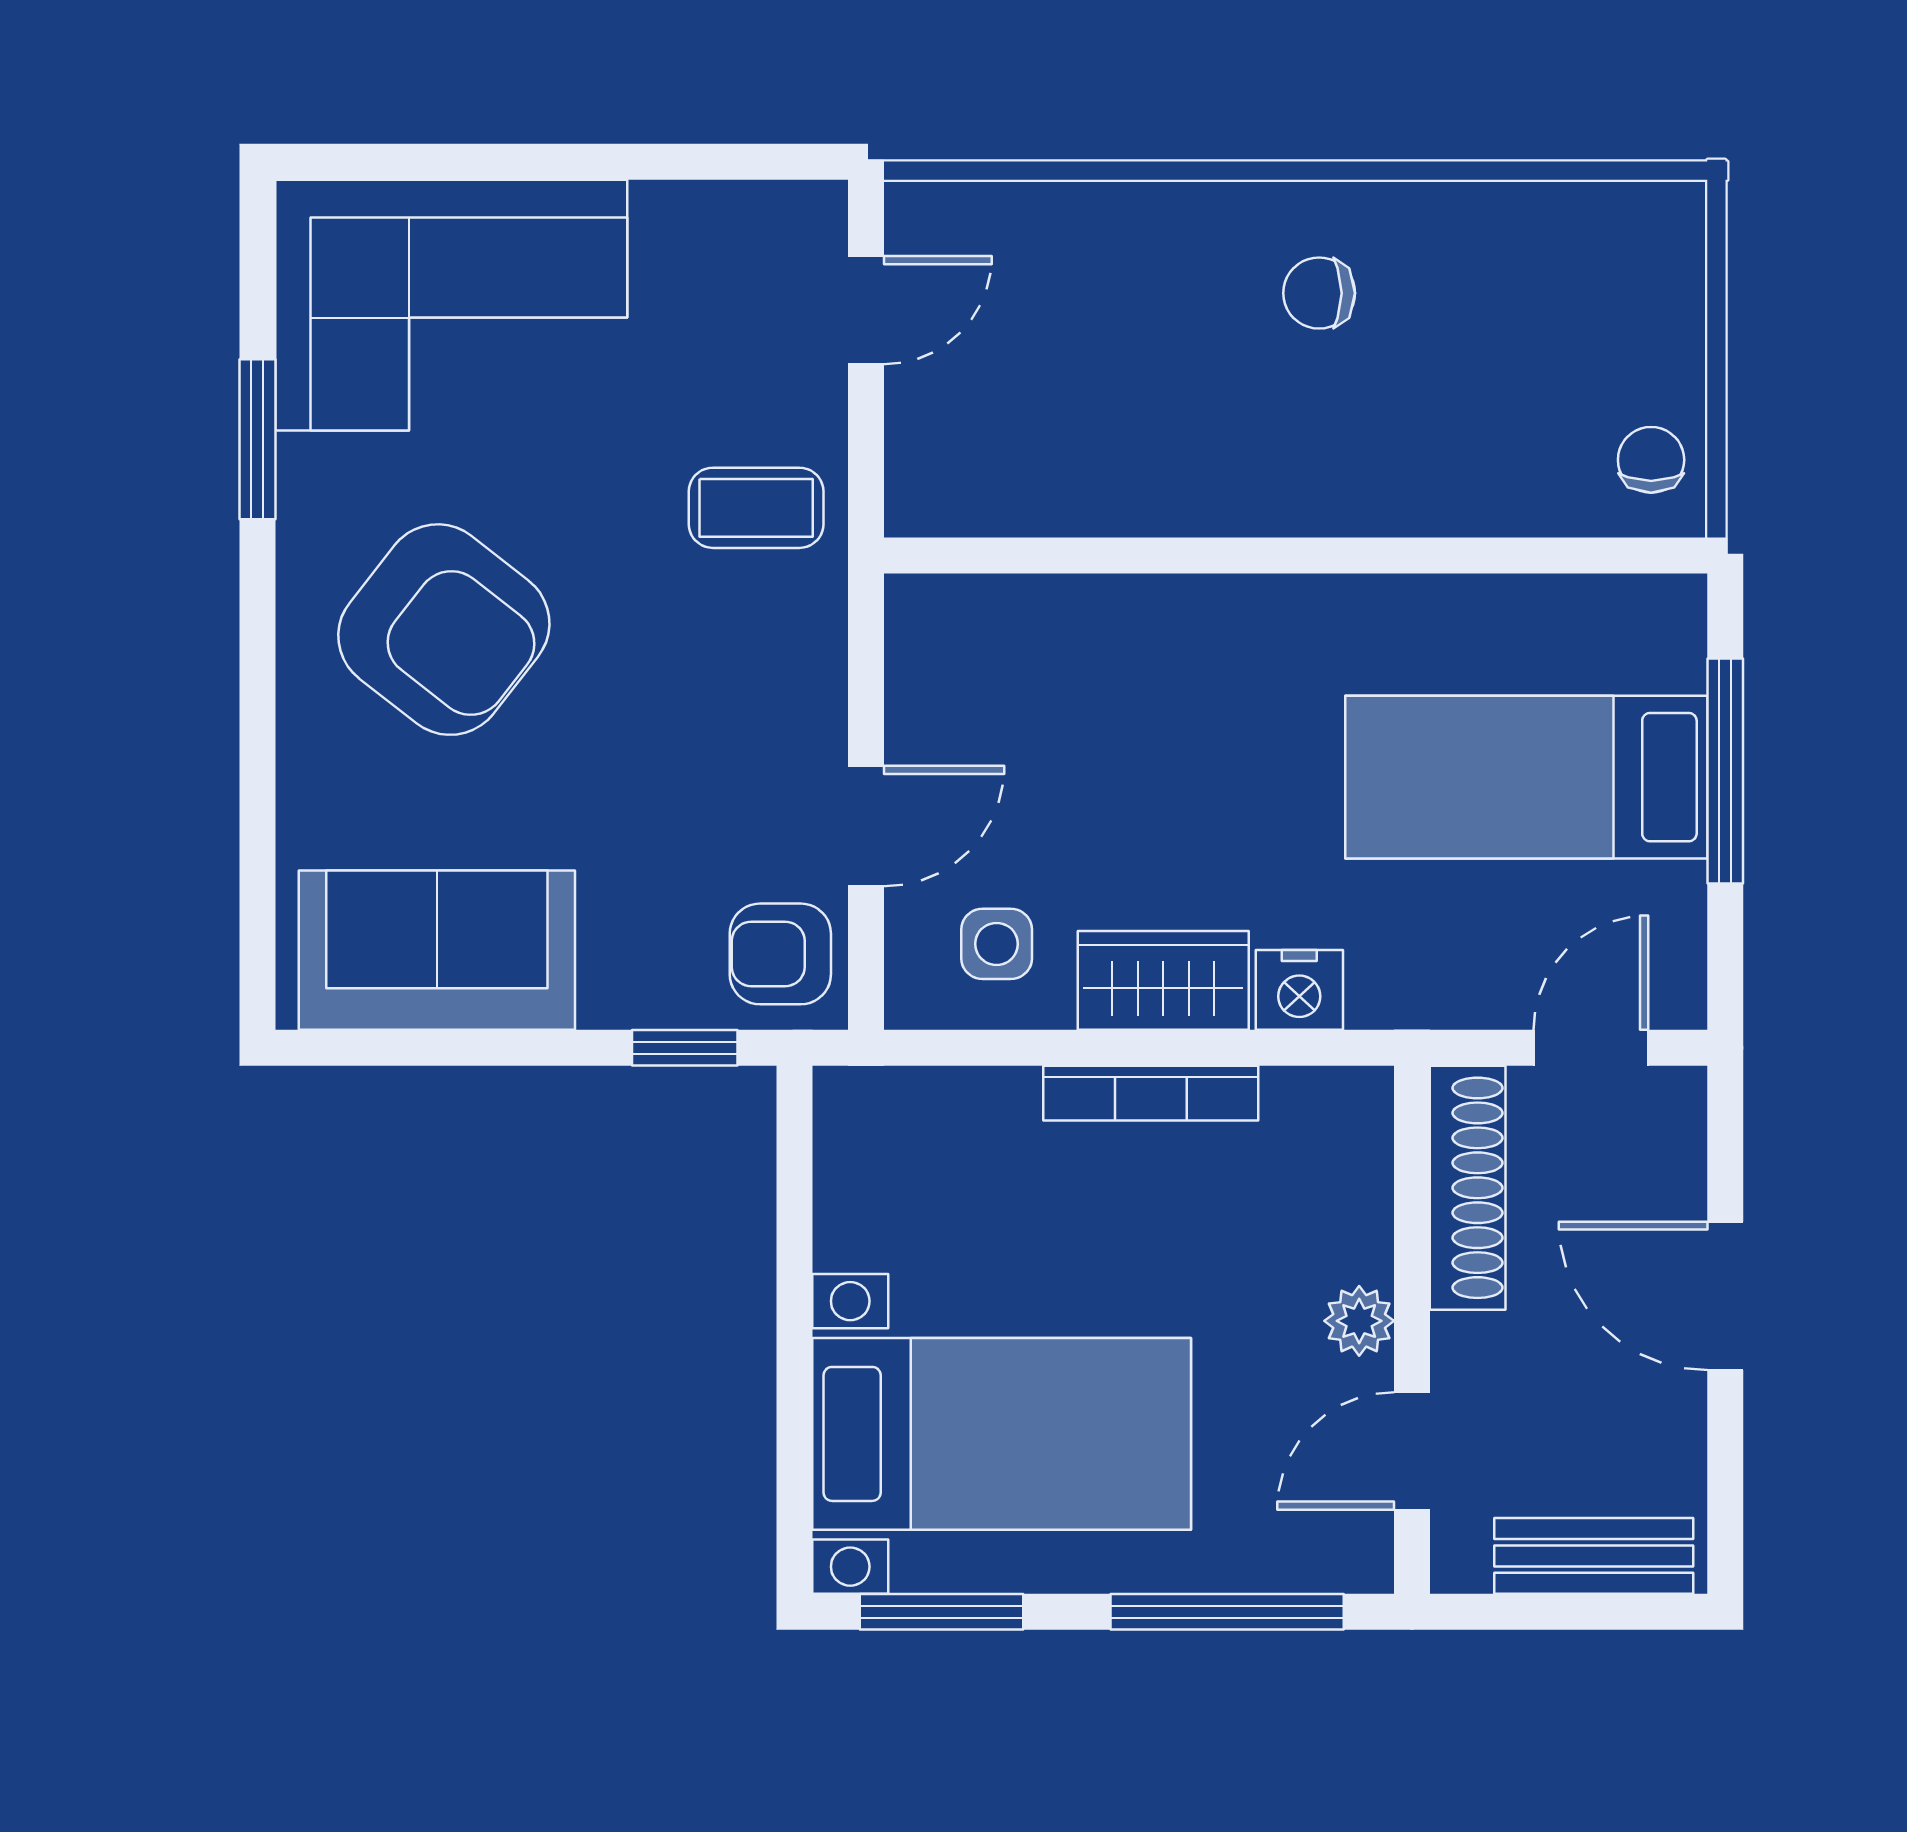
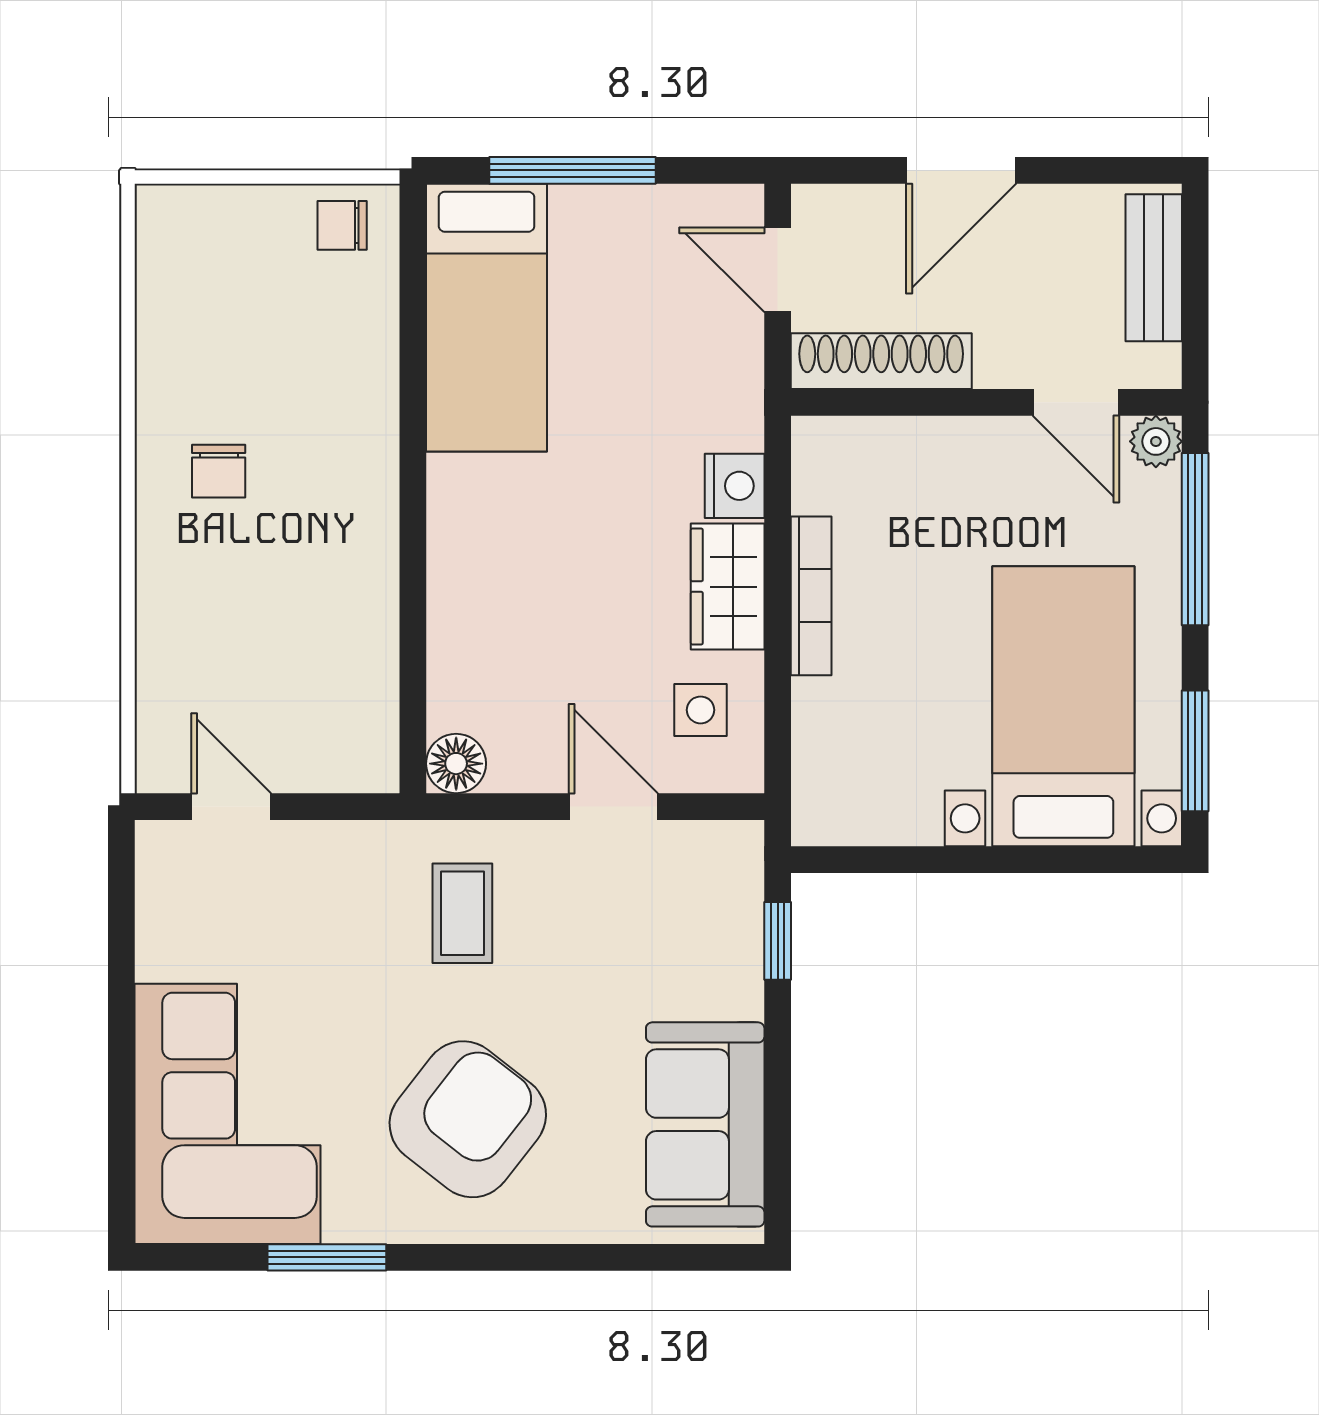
coffee table: (756, 508) -> (462, 913), moved
floor lamp: (924, 614) -> (456, 764), added
bed: (1526, 777) -> (487, 318), moved
armchair: (780, 954) -> (708, 870), removed
plant: (1359, 1321) -> (1156, 441), moved

